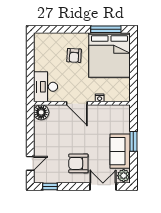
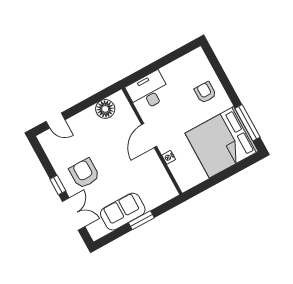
armchair: (74, 55) -> (205, 92), moved, turned 87
floor lamp: (41, 112) -> (105, 109), moved
plant: (124, 176) -> (98, 230), removed
window: (50, 187) -> (58, 185), moved

